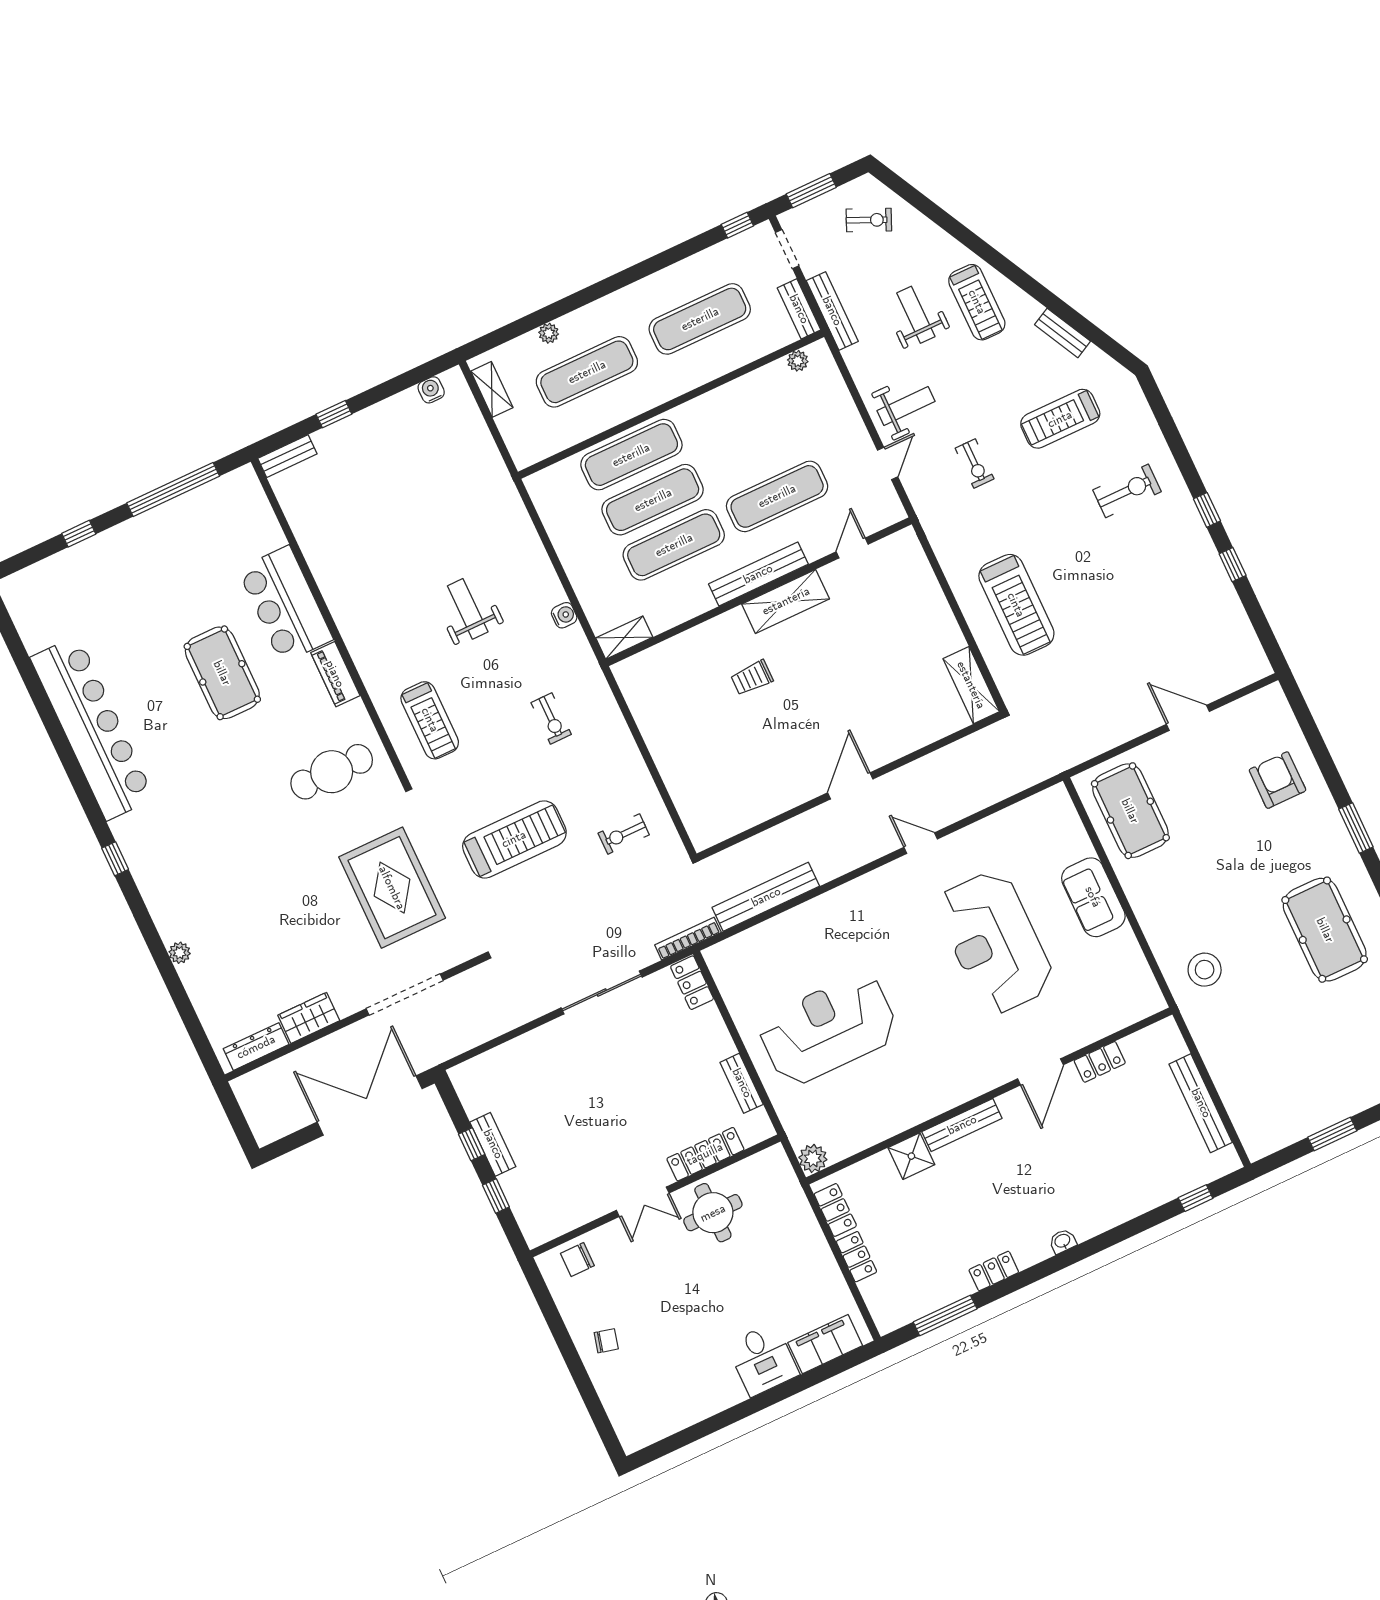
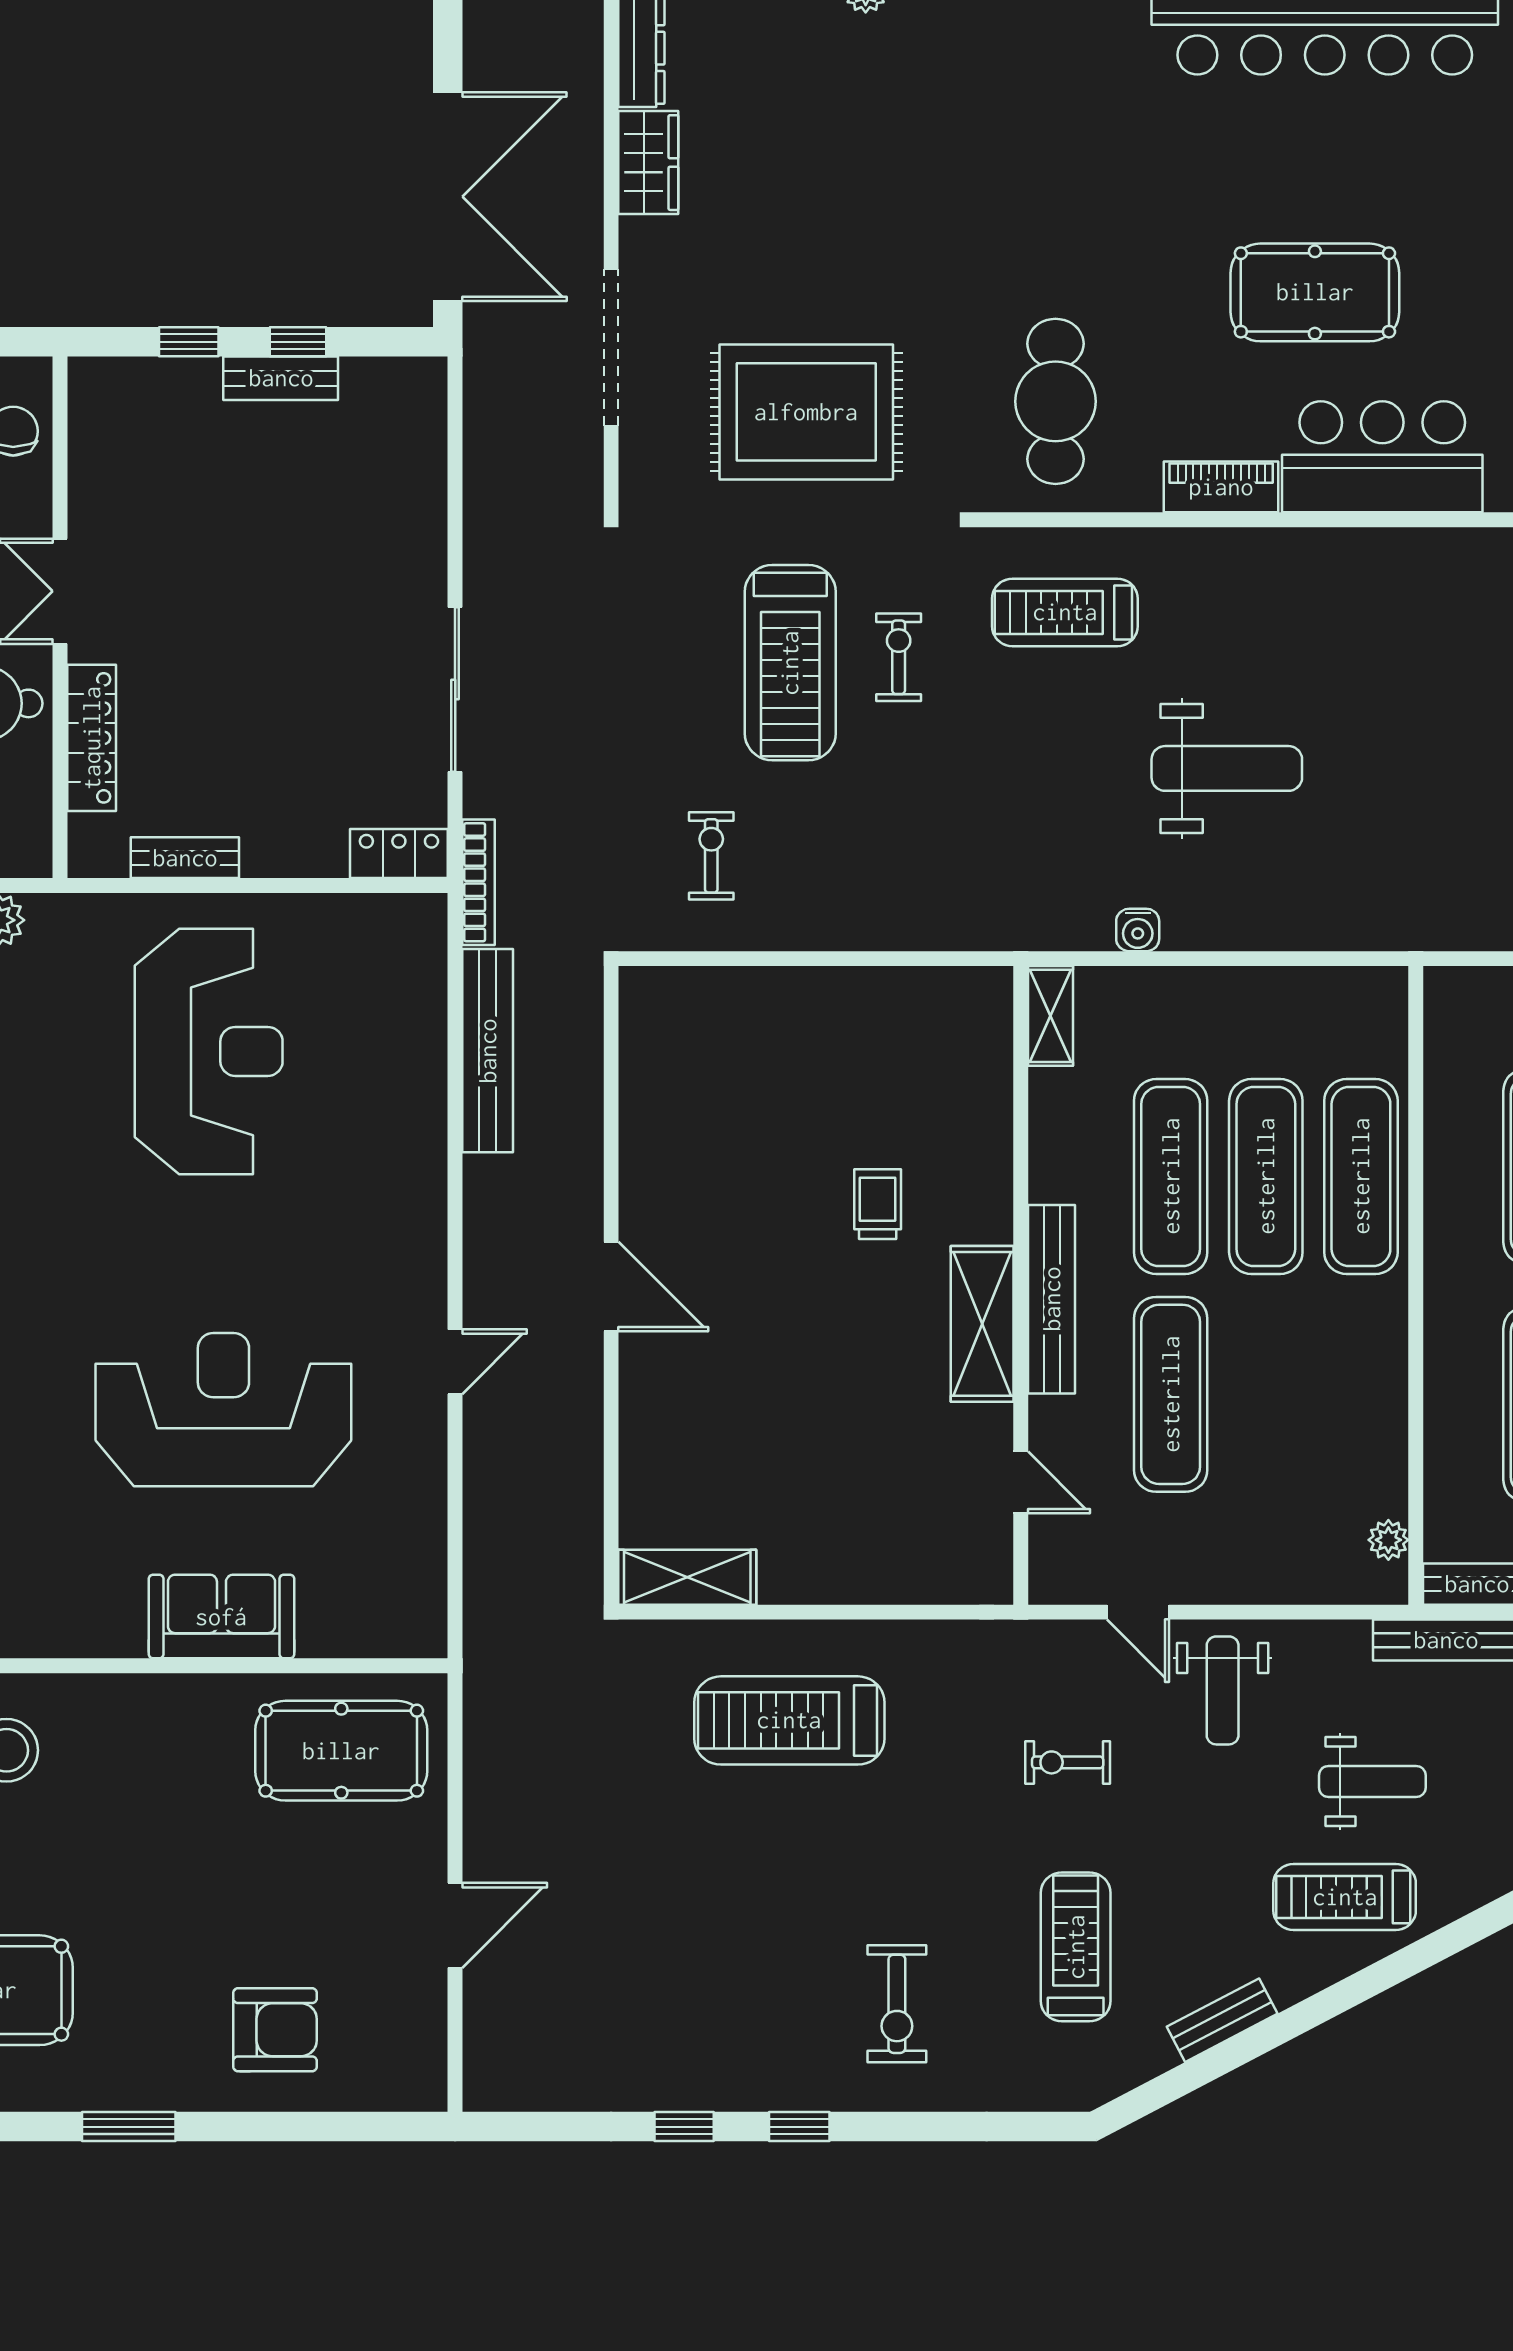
weight bench: (468, 609) -> (1227, 768), width x1.36, depth x1.33
exercise bike: (551, 718) -> (899, 657), moved, turned 90

